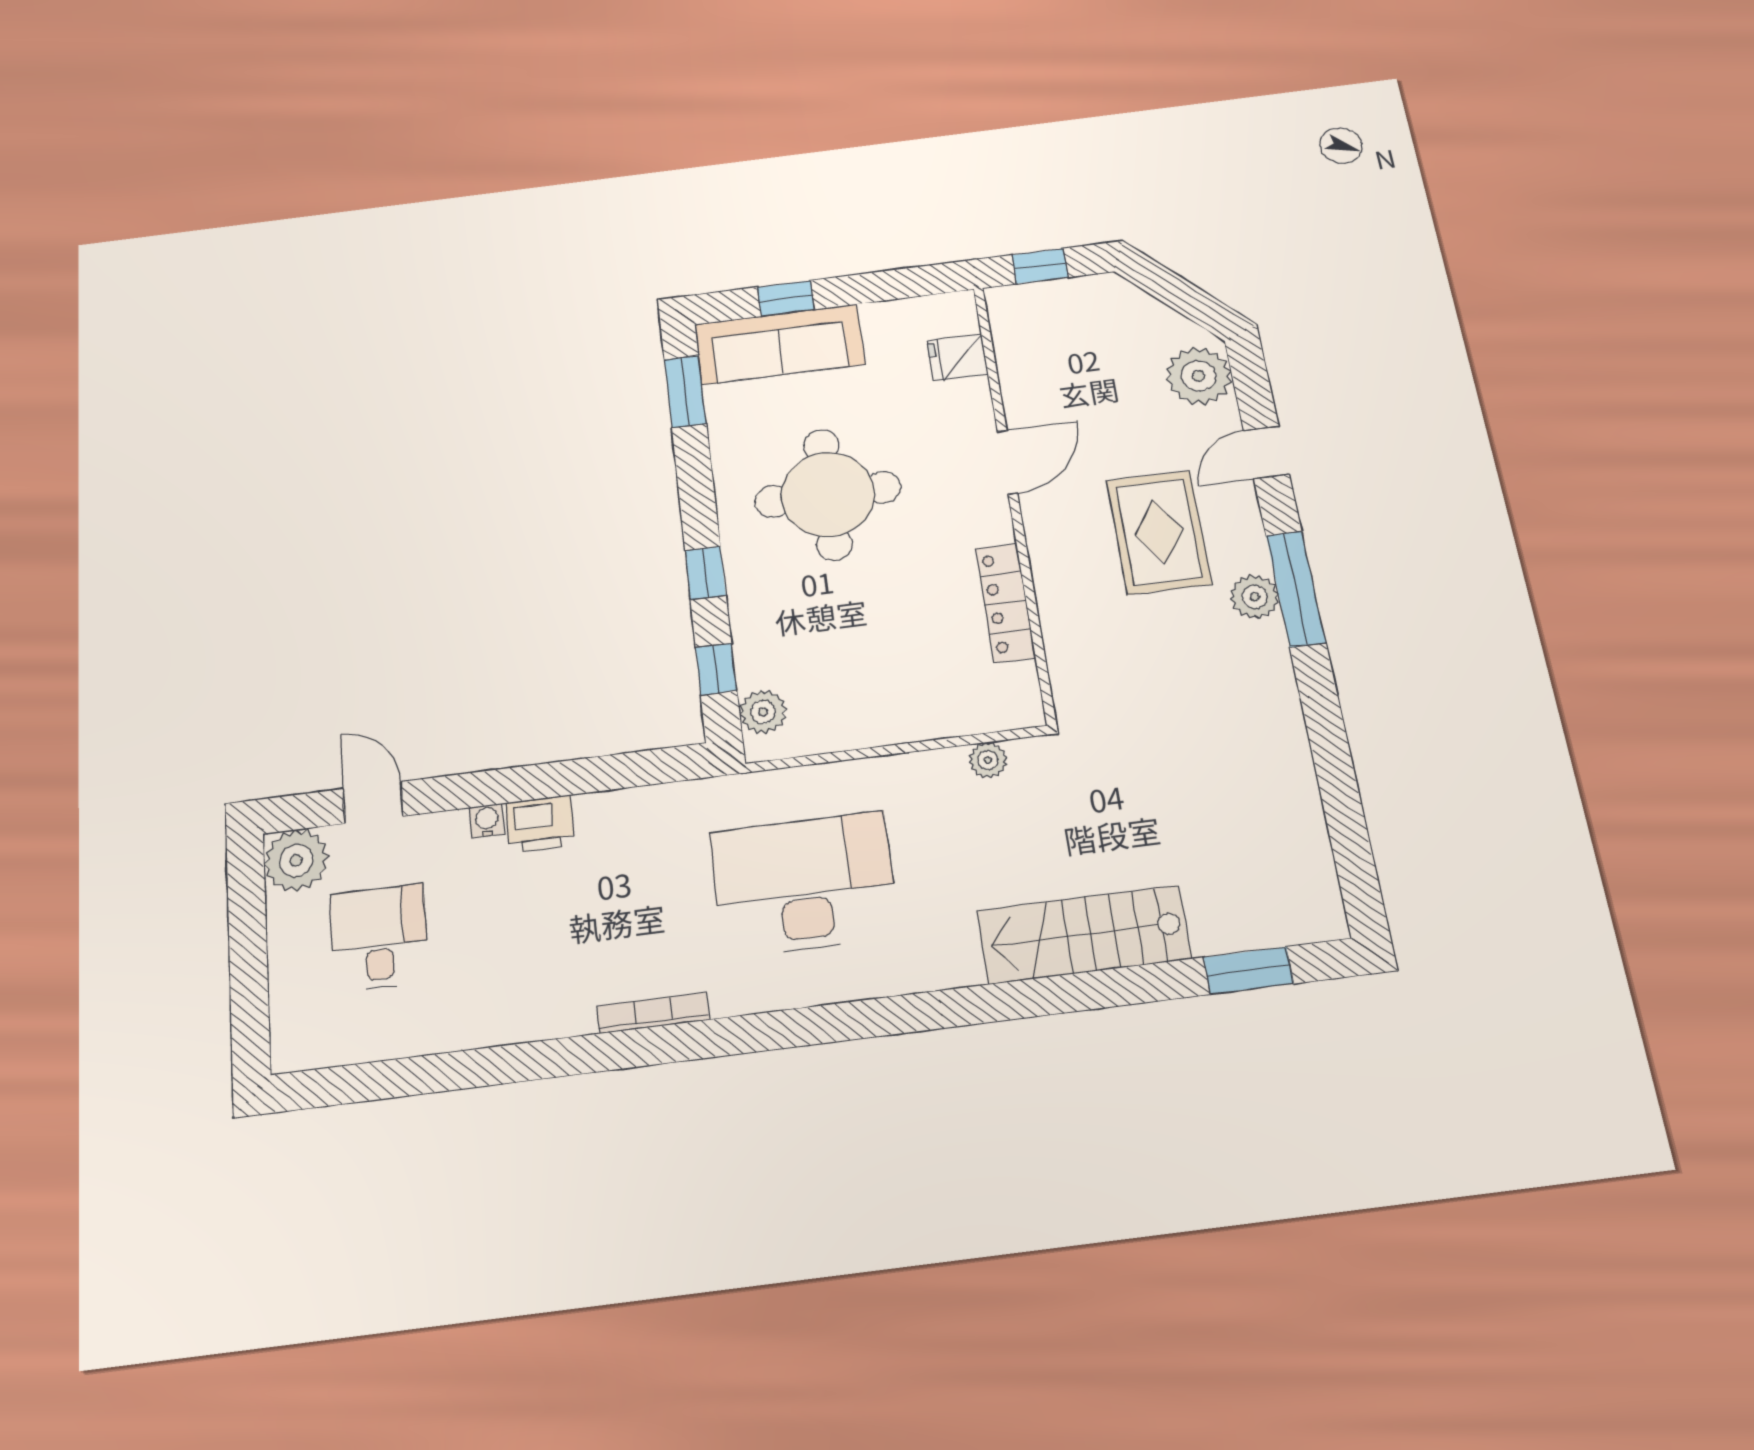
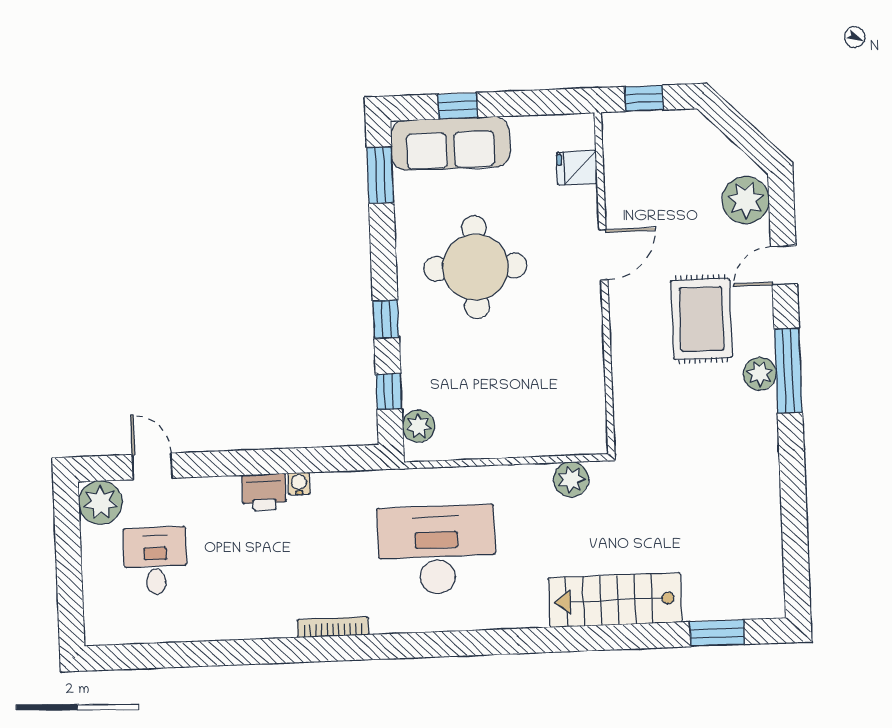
locker: (1005, 603) -> (590, 362), removed
plant: (988, 760) -> (571, 479), width x1.38, depth x1.38
water cooler: (487, 821) -> (299, 484), moved

